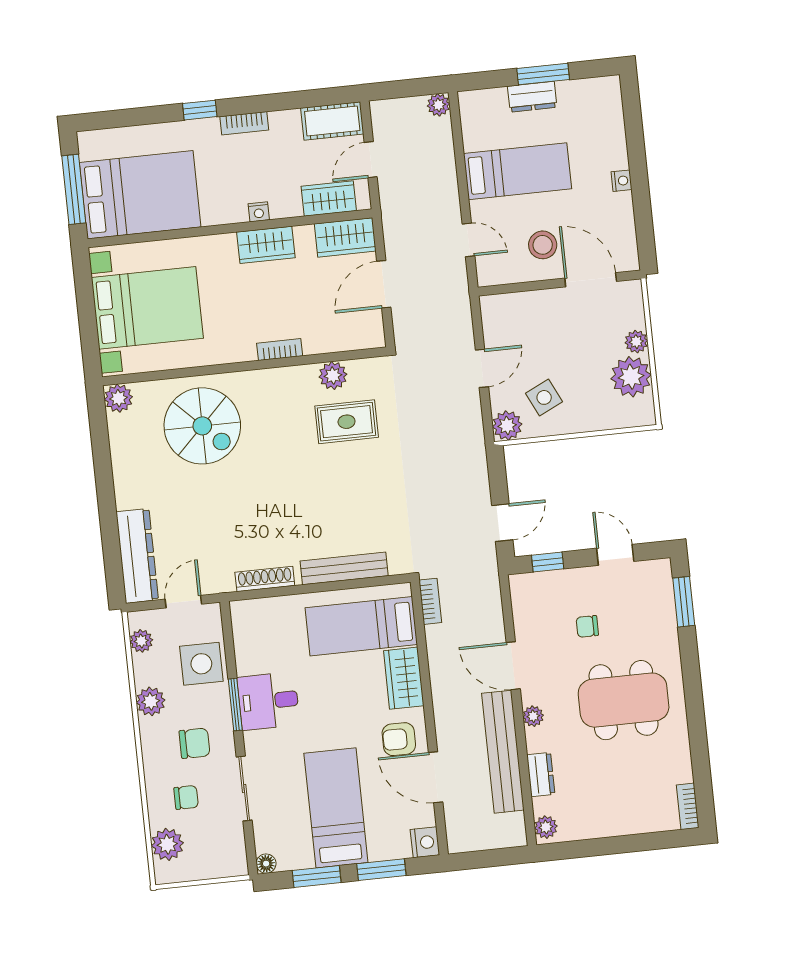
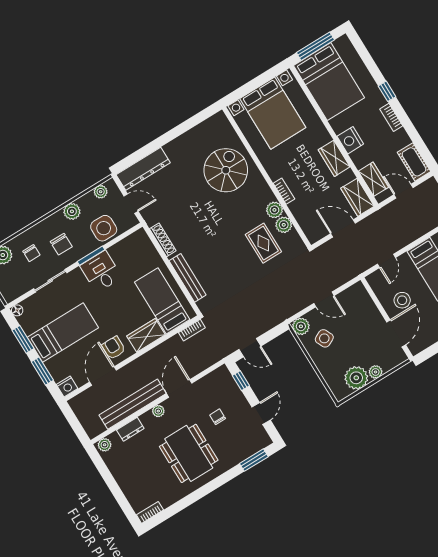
nightstand: (259, 212) -> (350, 140), width x1.89, depth x1.79
plant: (118, 398) -> (274, 210), moved
spiral stairs: (202, 426) -> (226, 170), turned 180

